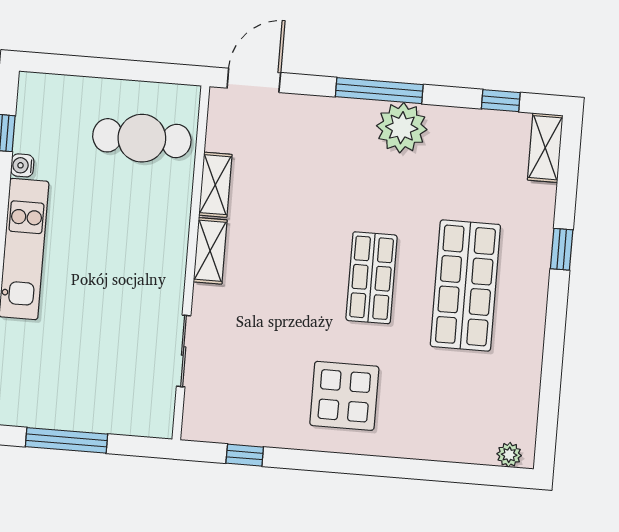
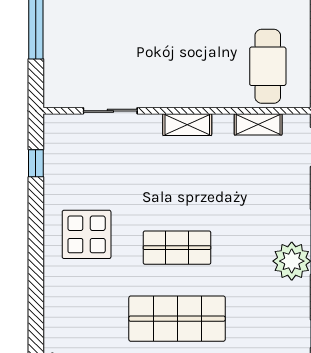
shelving: (215, 185) -> (258, 124), moved

